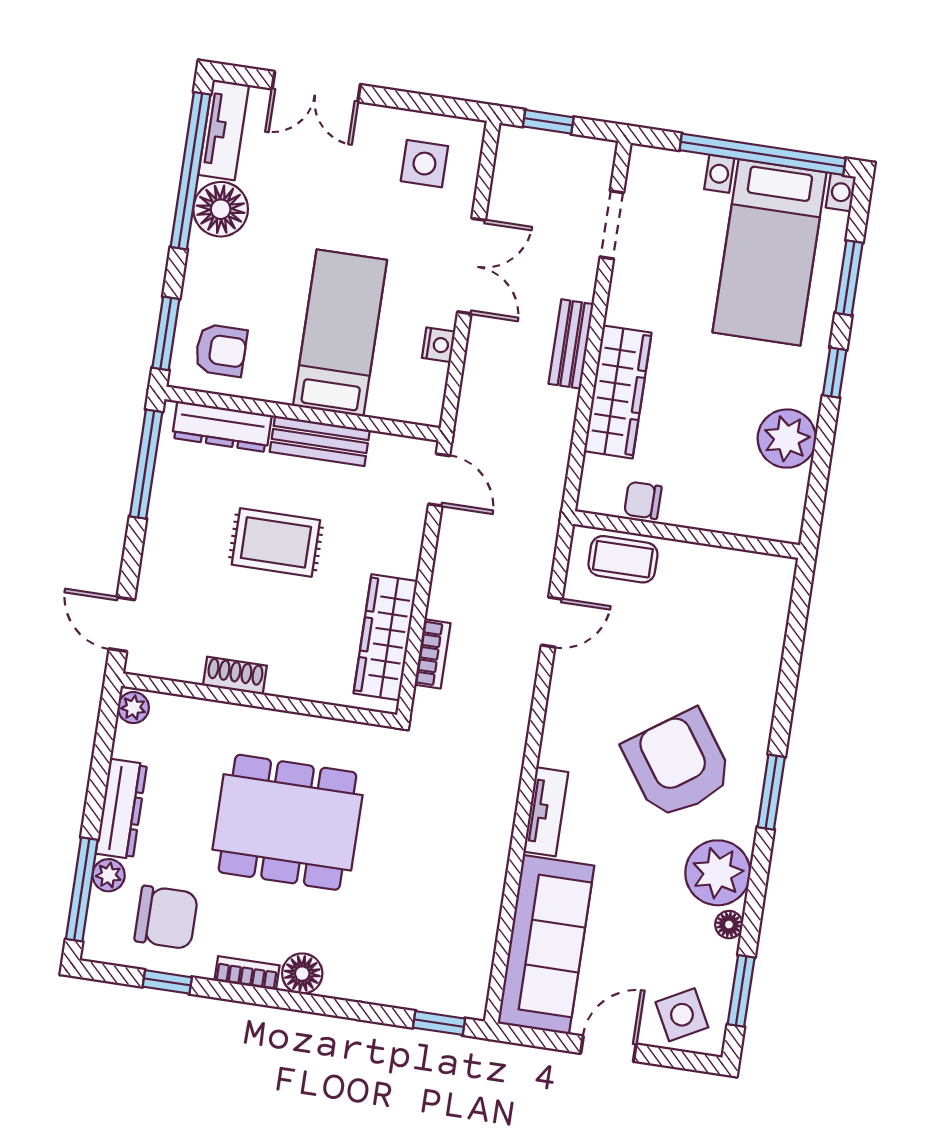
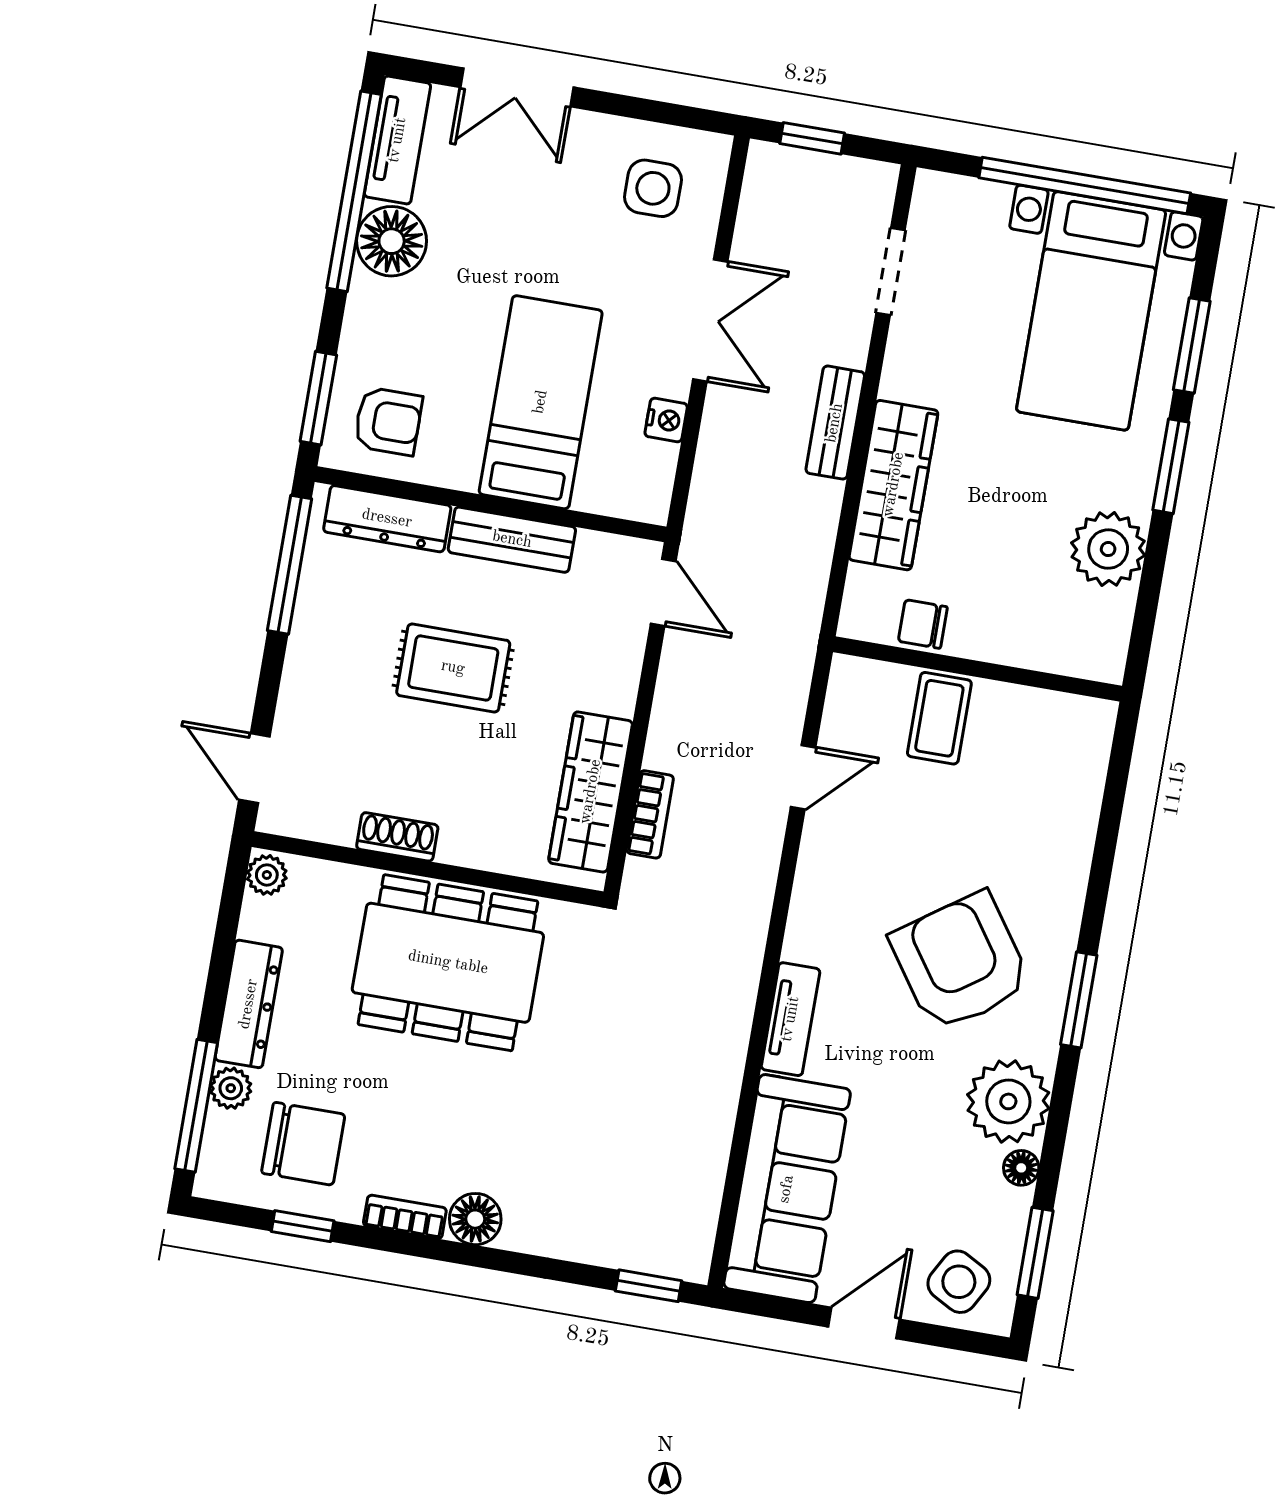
window: (835, 373) -> (1171, 466), width x1.50
coffee table: (623, 559) -> (939, 718), moved, turned 90
dining table: (287, 822) -> (448, 963), moved
side table: (682, 1015) -> (959, 1282), turned -33

